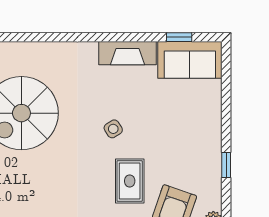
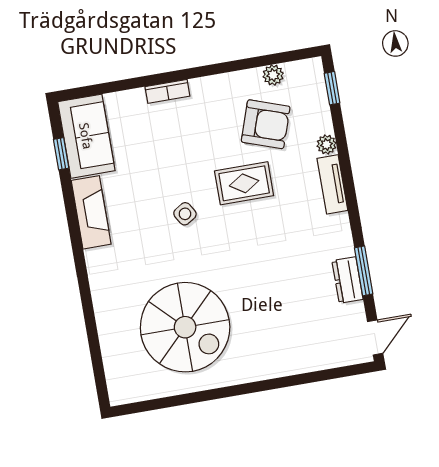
bookcase: (215, 132) -> (167, 91), added
window: (226, 165) -> (205, 71), removed

